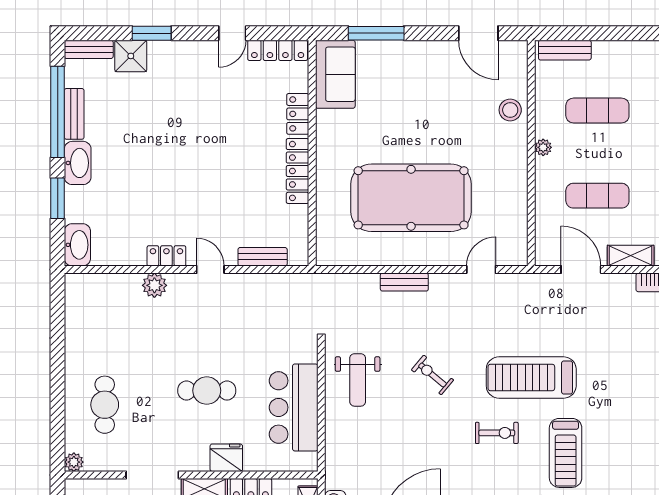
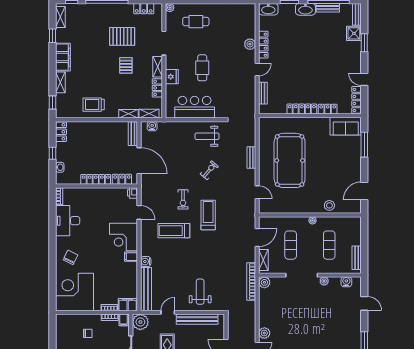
bench: (565, 50) -> (357, 258), moved
locker: (166, 256) -> (263, 45), width x1.53
treadmill: (531, 377) -> (208, 215), width x0.73, depth x0.73

